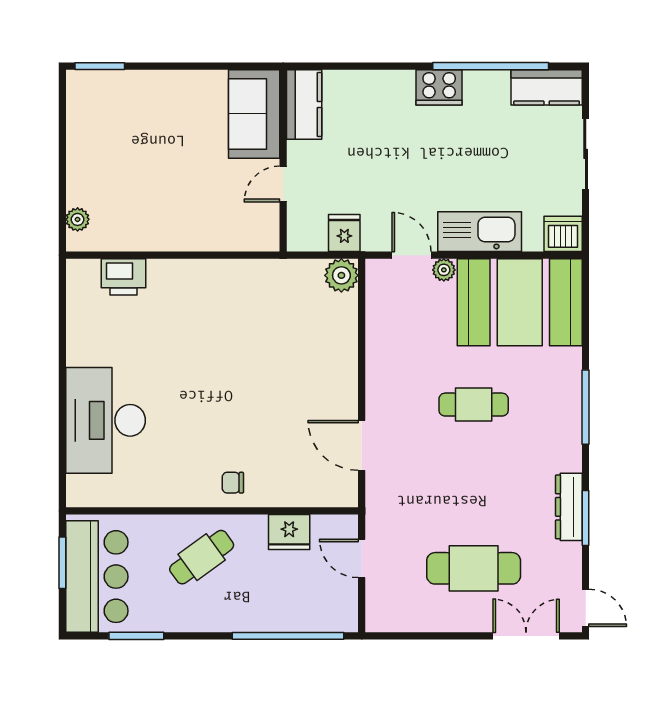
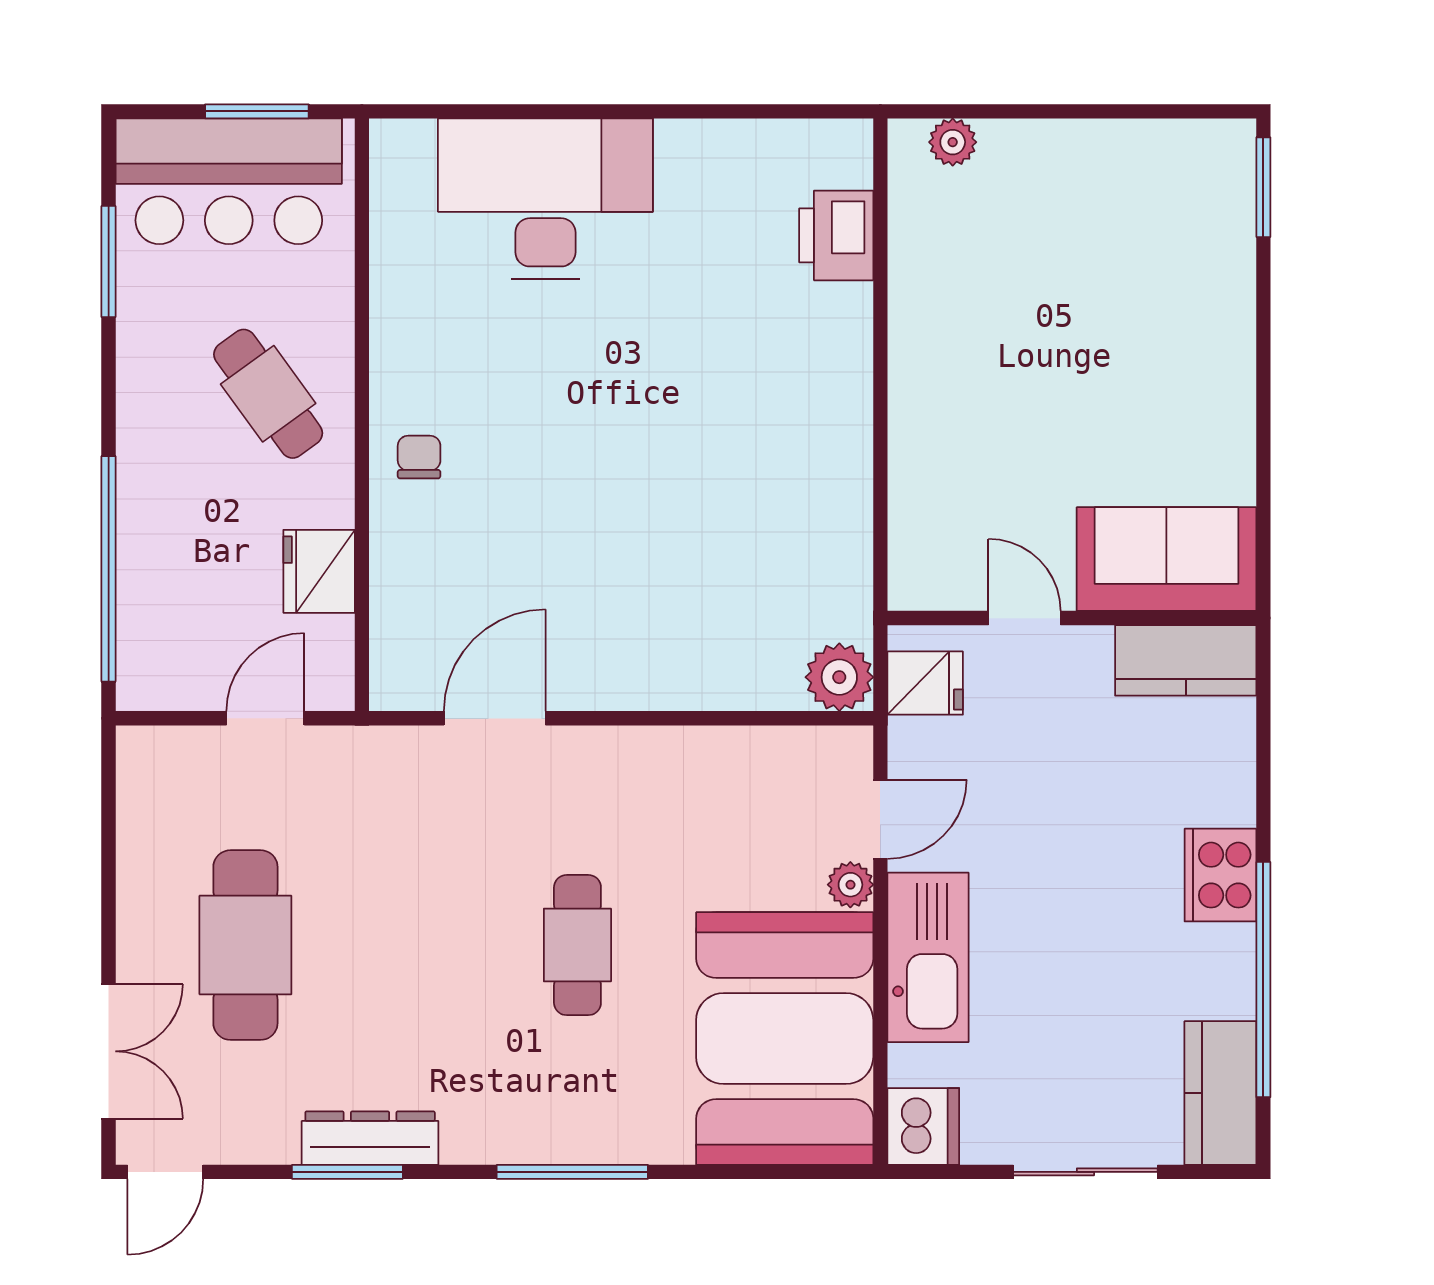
kitchen counter: (304, 104) -> (1186, 660), moved
sofa: (254, 114) -> (1166, 559), moved
wall: (283, 161) -> (1072, 618), moved
door: (283, 184) -> (1024, 618), moved

